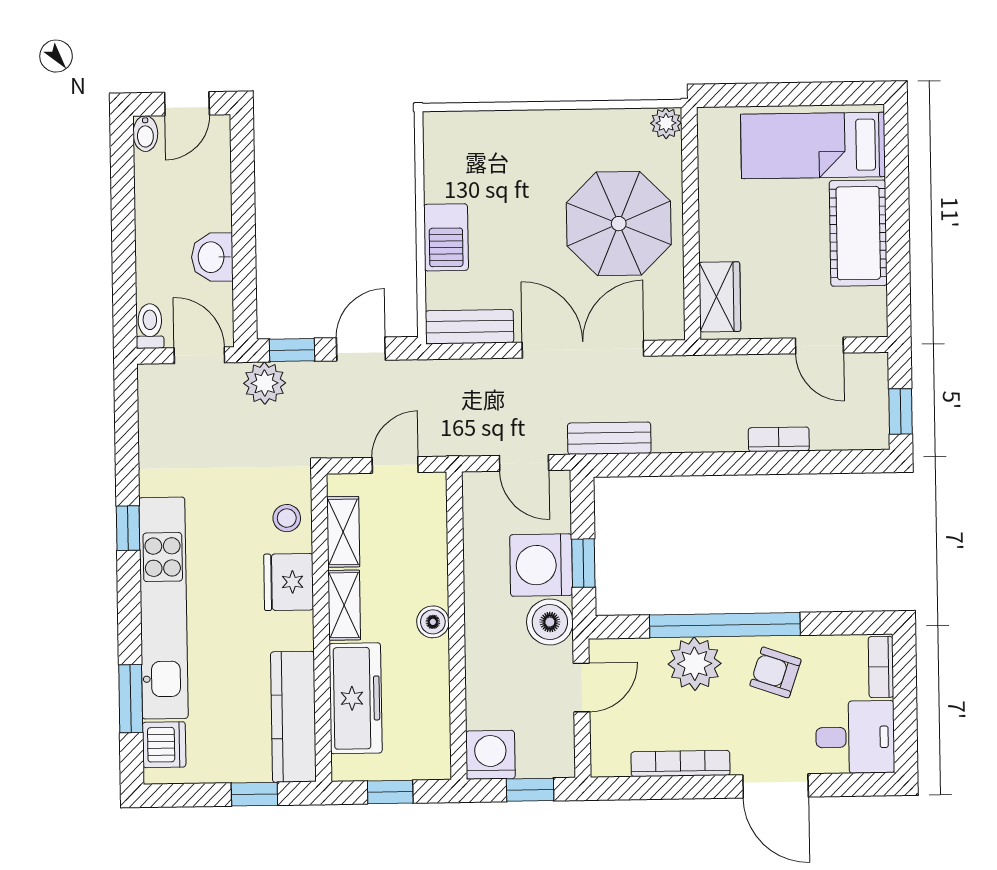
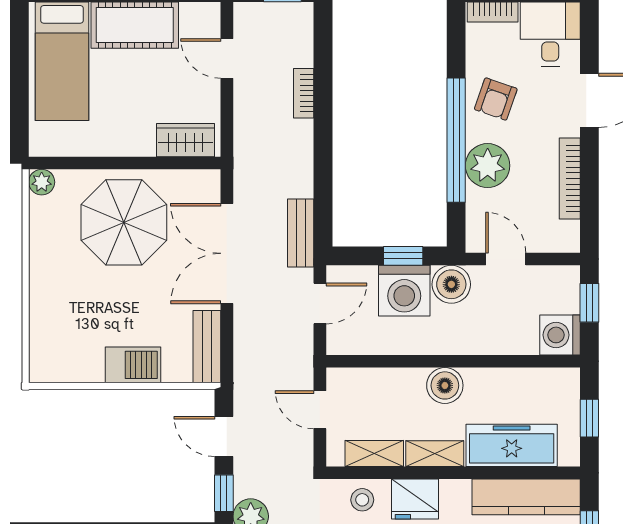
door: (819, 346) -> (227, 59), swing flipped
boiler: (433, 622) -> (445, 385), width x1.36, depth x1.36

